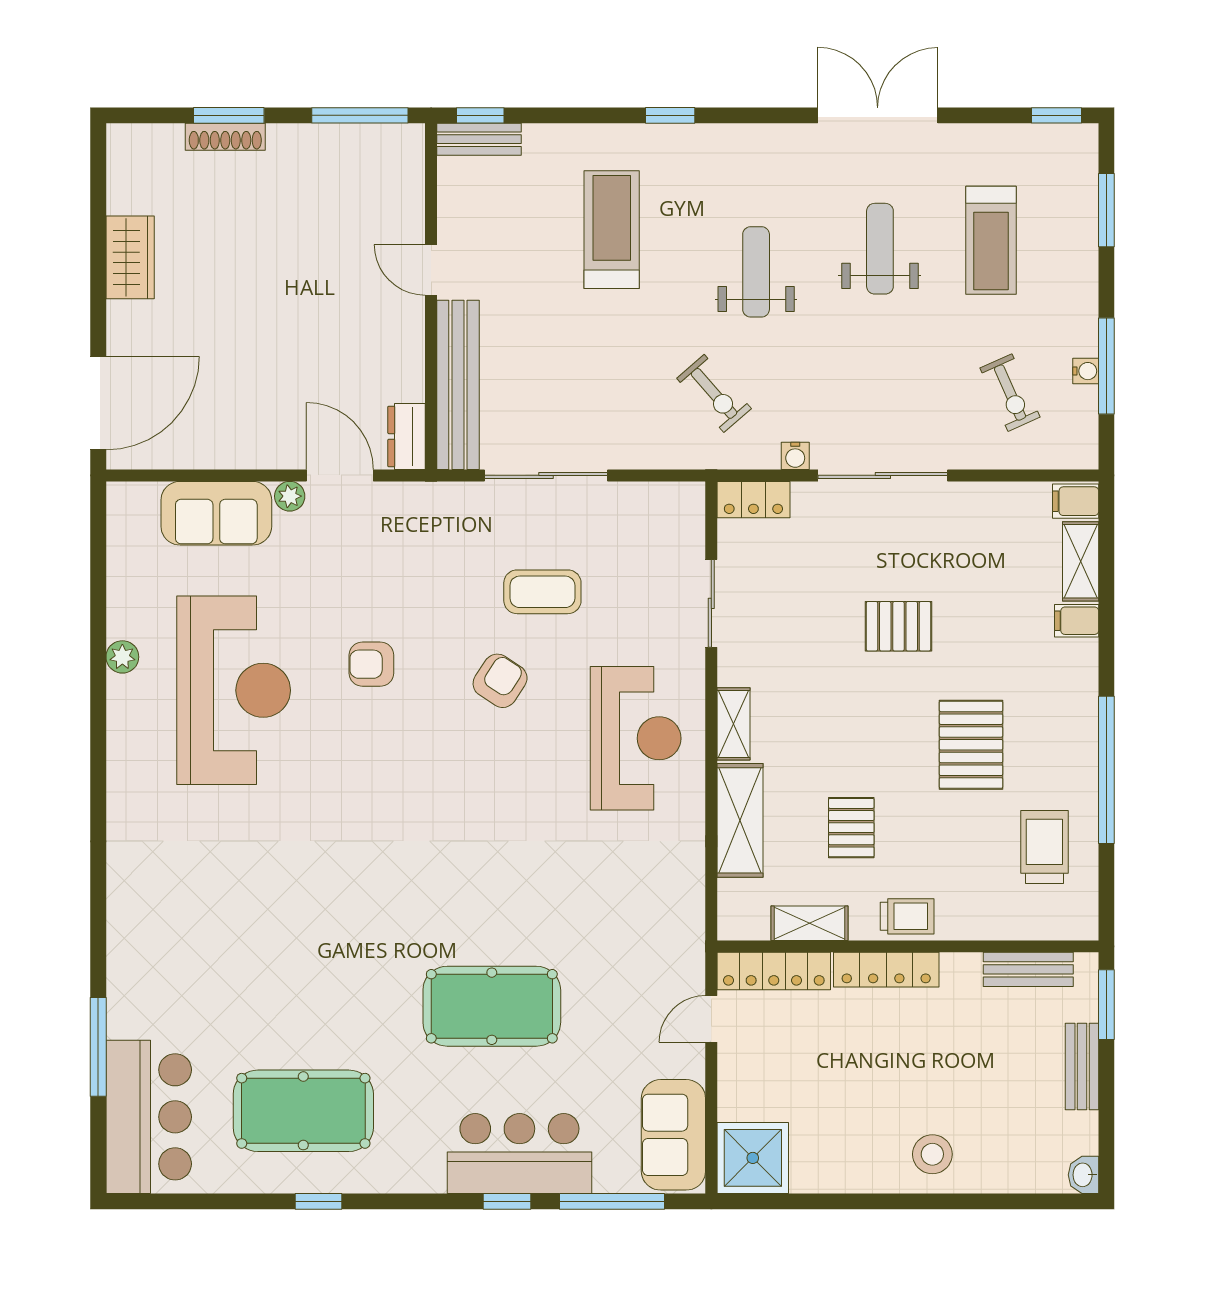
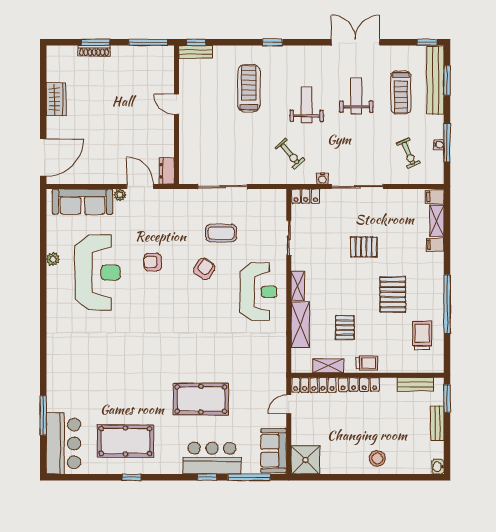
bench: (458, 385) -> (435, 80), moved
sofa: (216, 513) -> (83, 202), width x1.36

